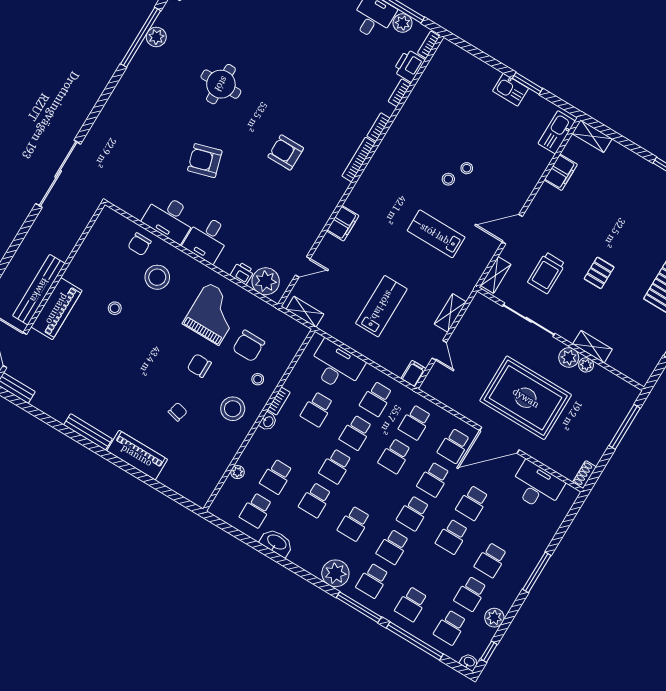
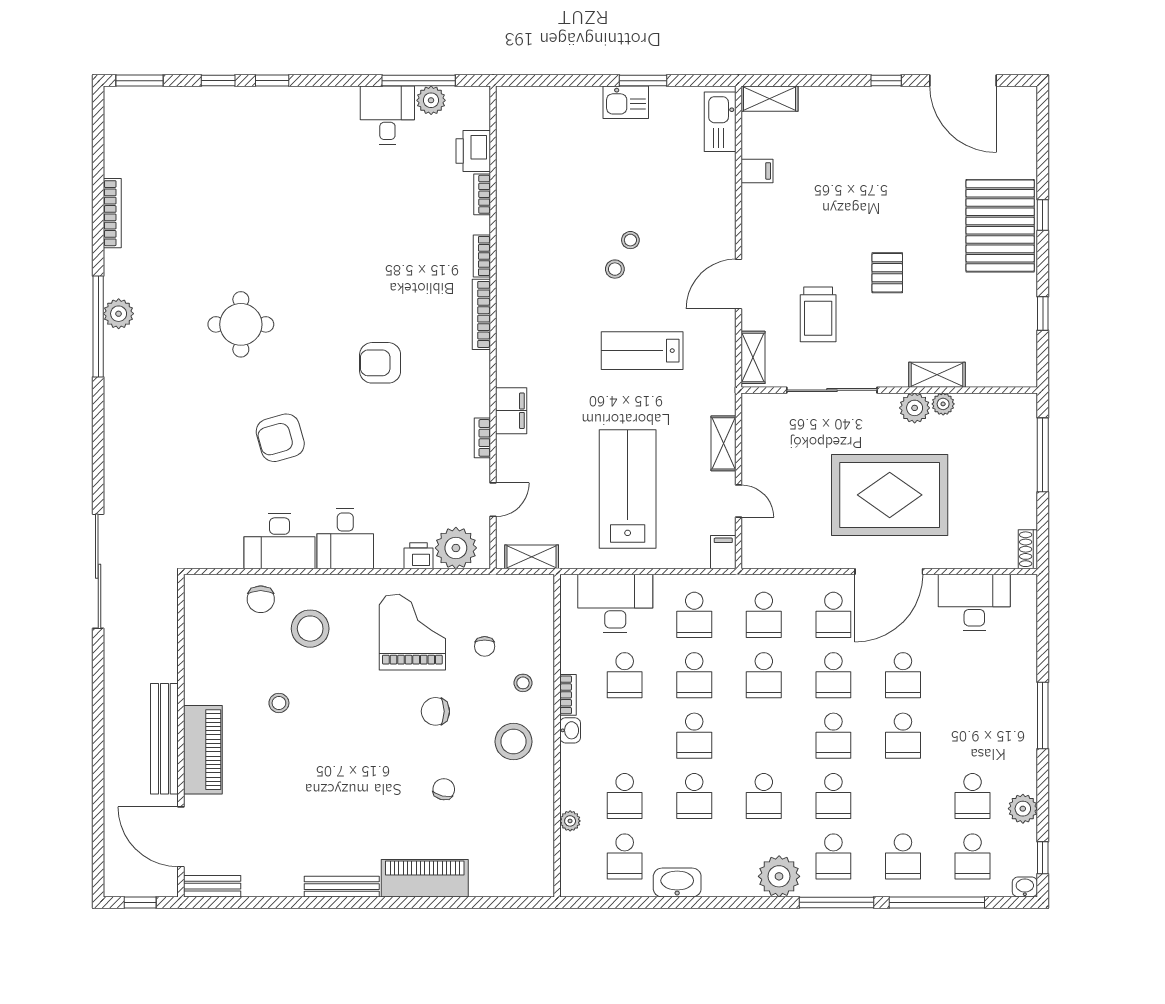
bookcase: (429, 45) -> (482, 438), moved
filing cabinet: (561, 172) -> (757, 171), width x0.50
lab bench: (381, 306) -> (628, 489), width x1.36, depth x1.39
chair: (249, 346) -> (485, 646), width x0.54, depth x0.54
school desk: (491, 560) -> (973, 736), removed

